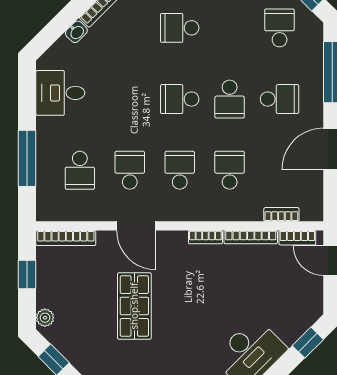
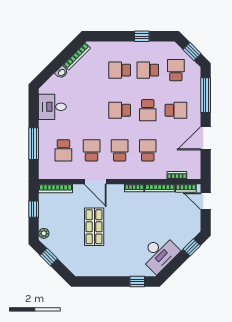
school desk: (230, 28) -> (148, 70), added

